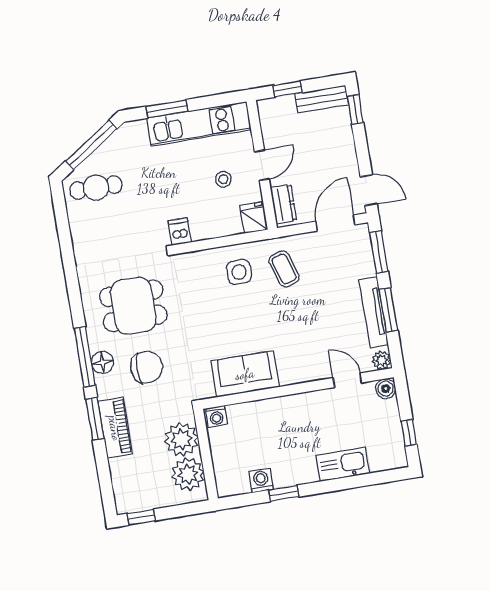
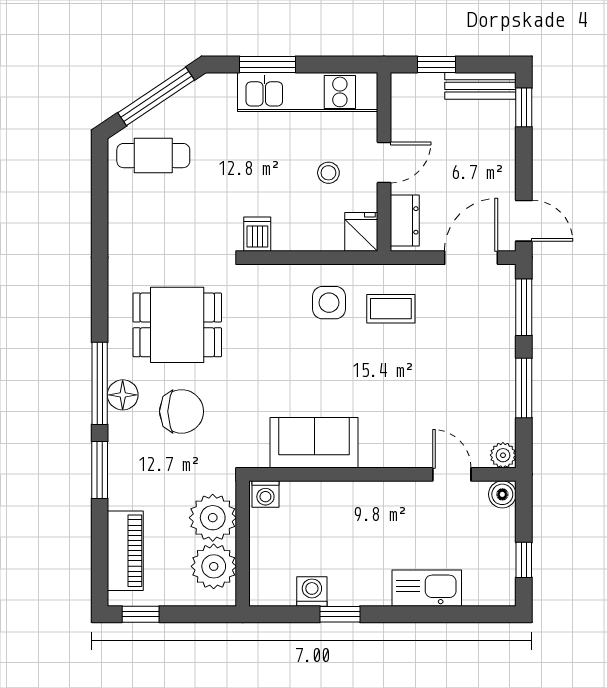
coffee table: (284, 269) -> (391, 309), turned -72
tv unit: (374, 312) -> (503, 388), removed
piano: (115, 428) -> (125, 551), moved

